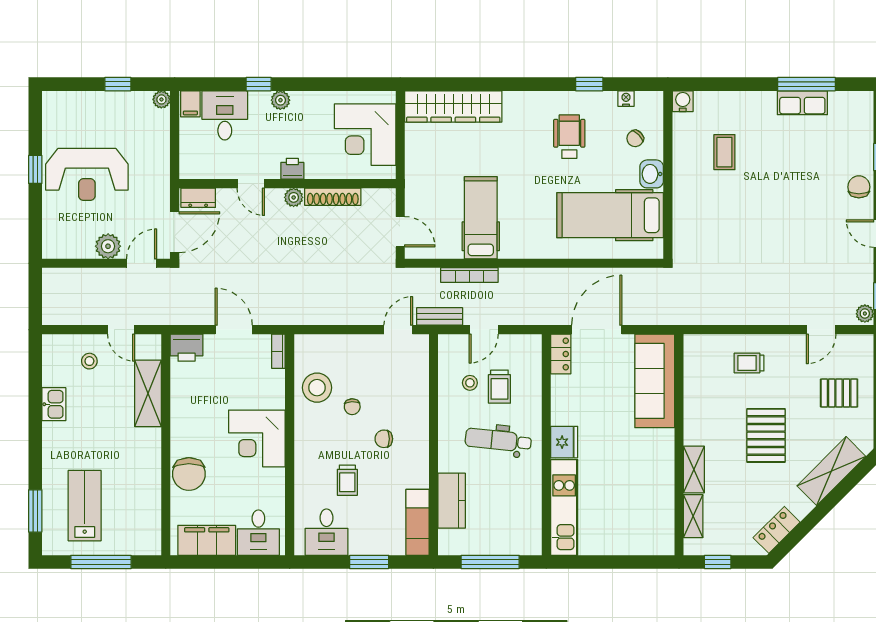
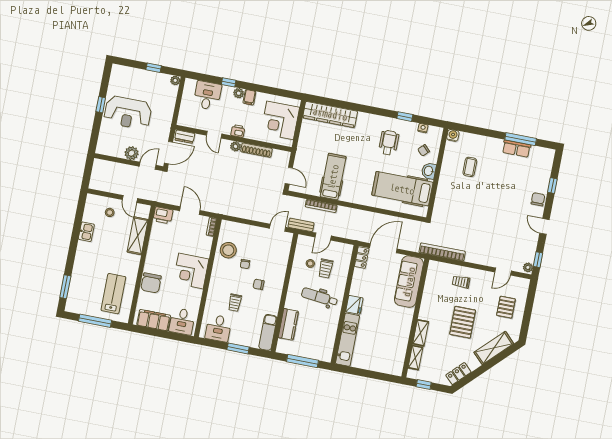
filing cabinet: (190, 104) -> (249, 97), moved
bookcase: (704, 316) -> (442, 252), added
pallet: (839, 393) -> (506, 307), turned 90
lab bench: (85, 506) -> (113, 294), moved

